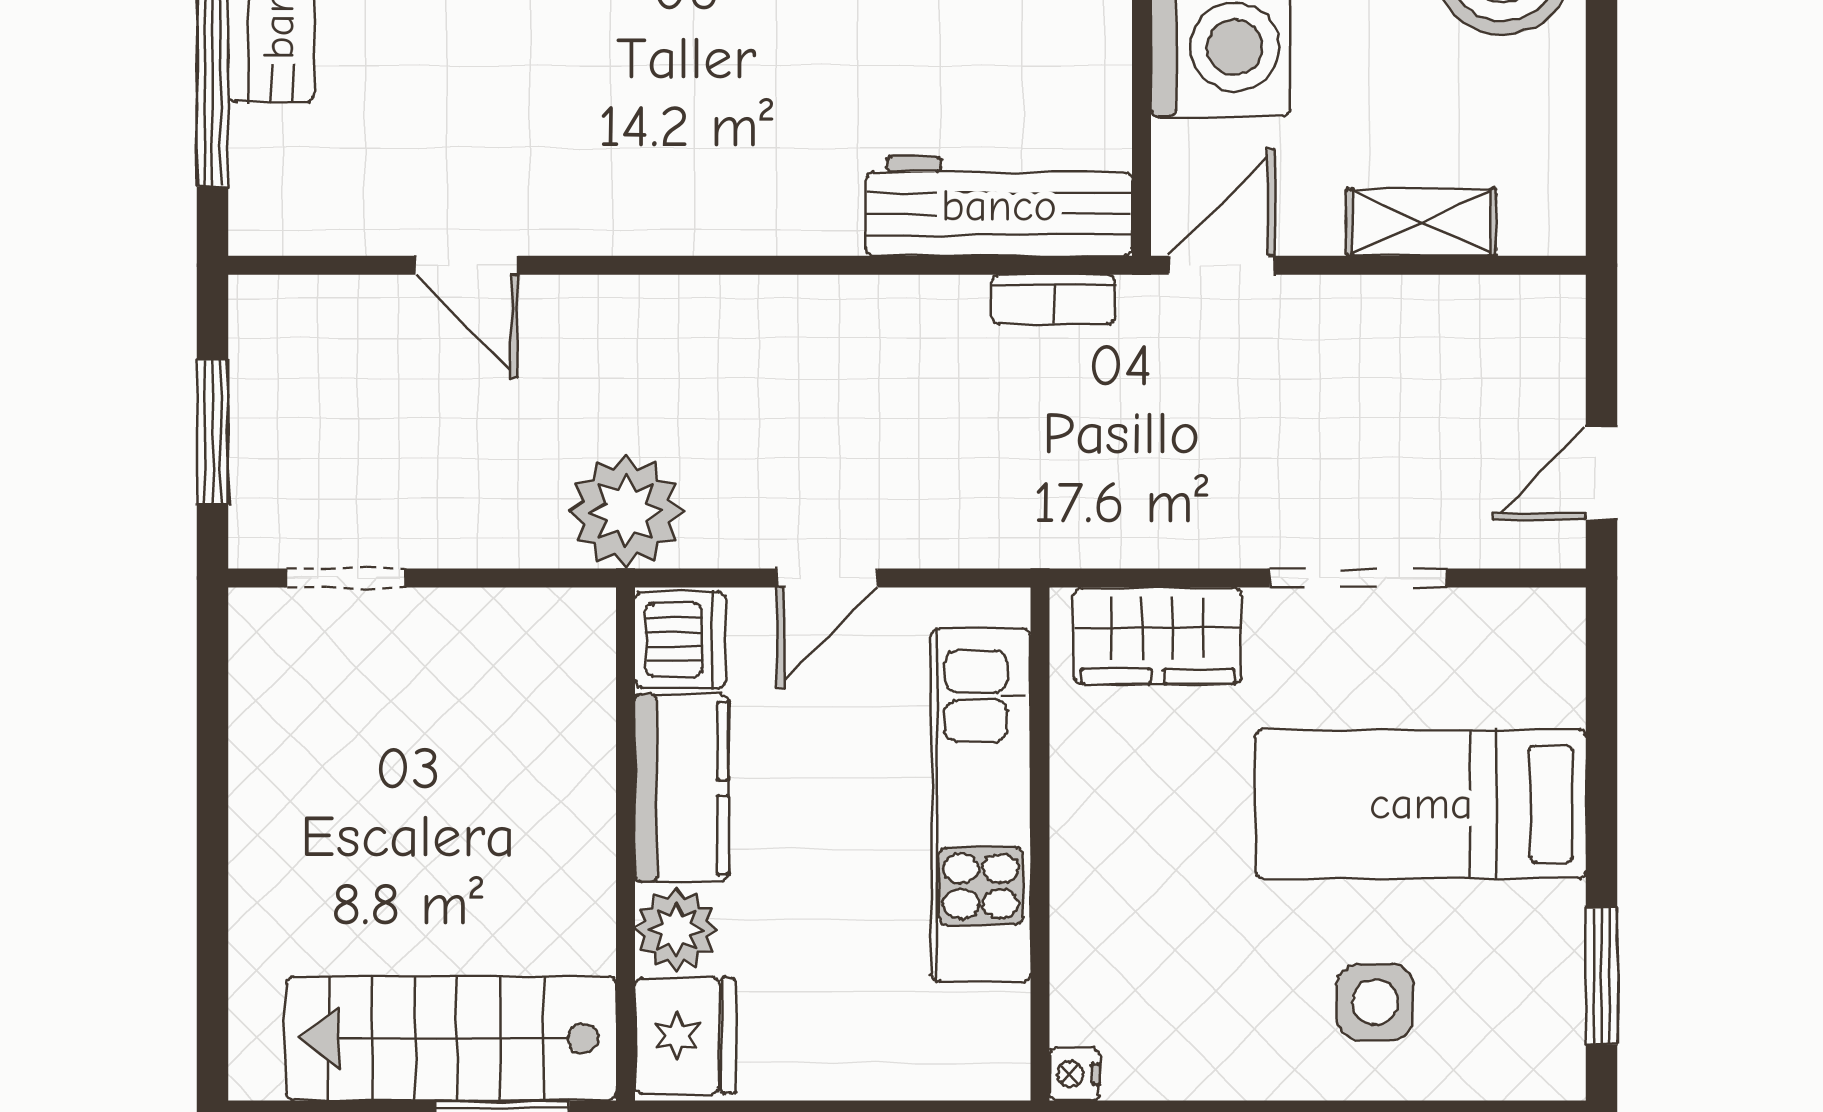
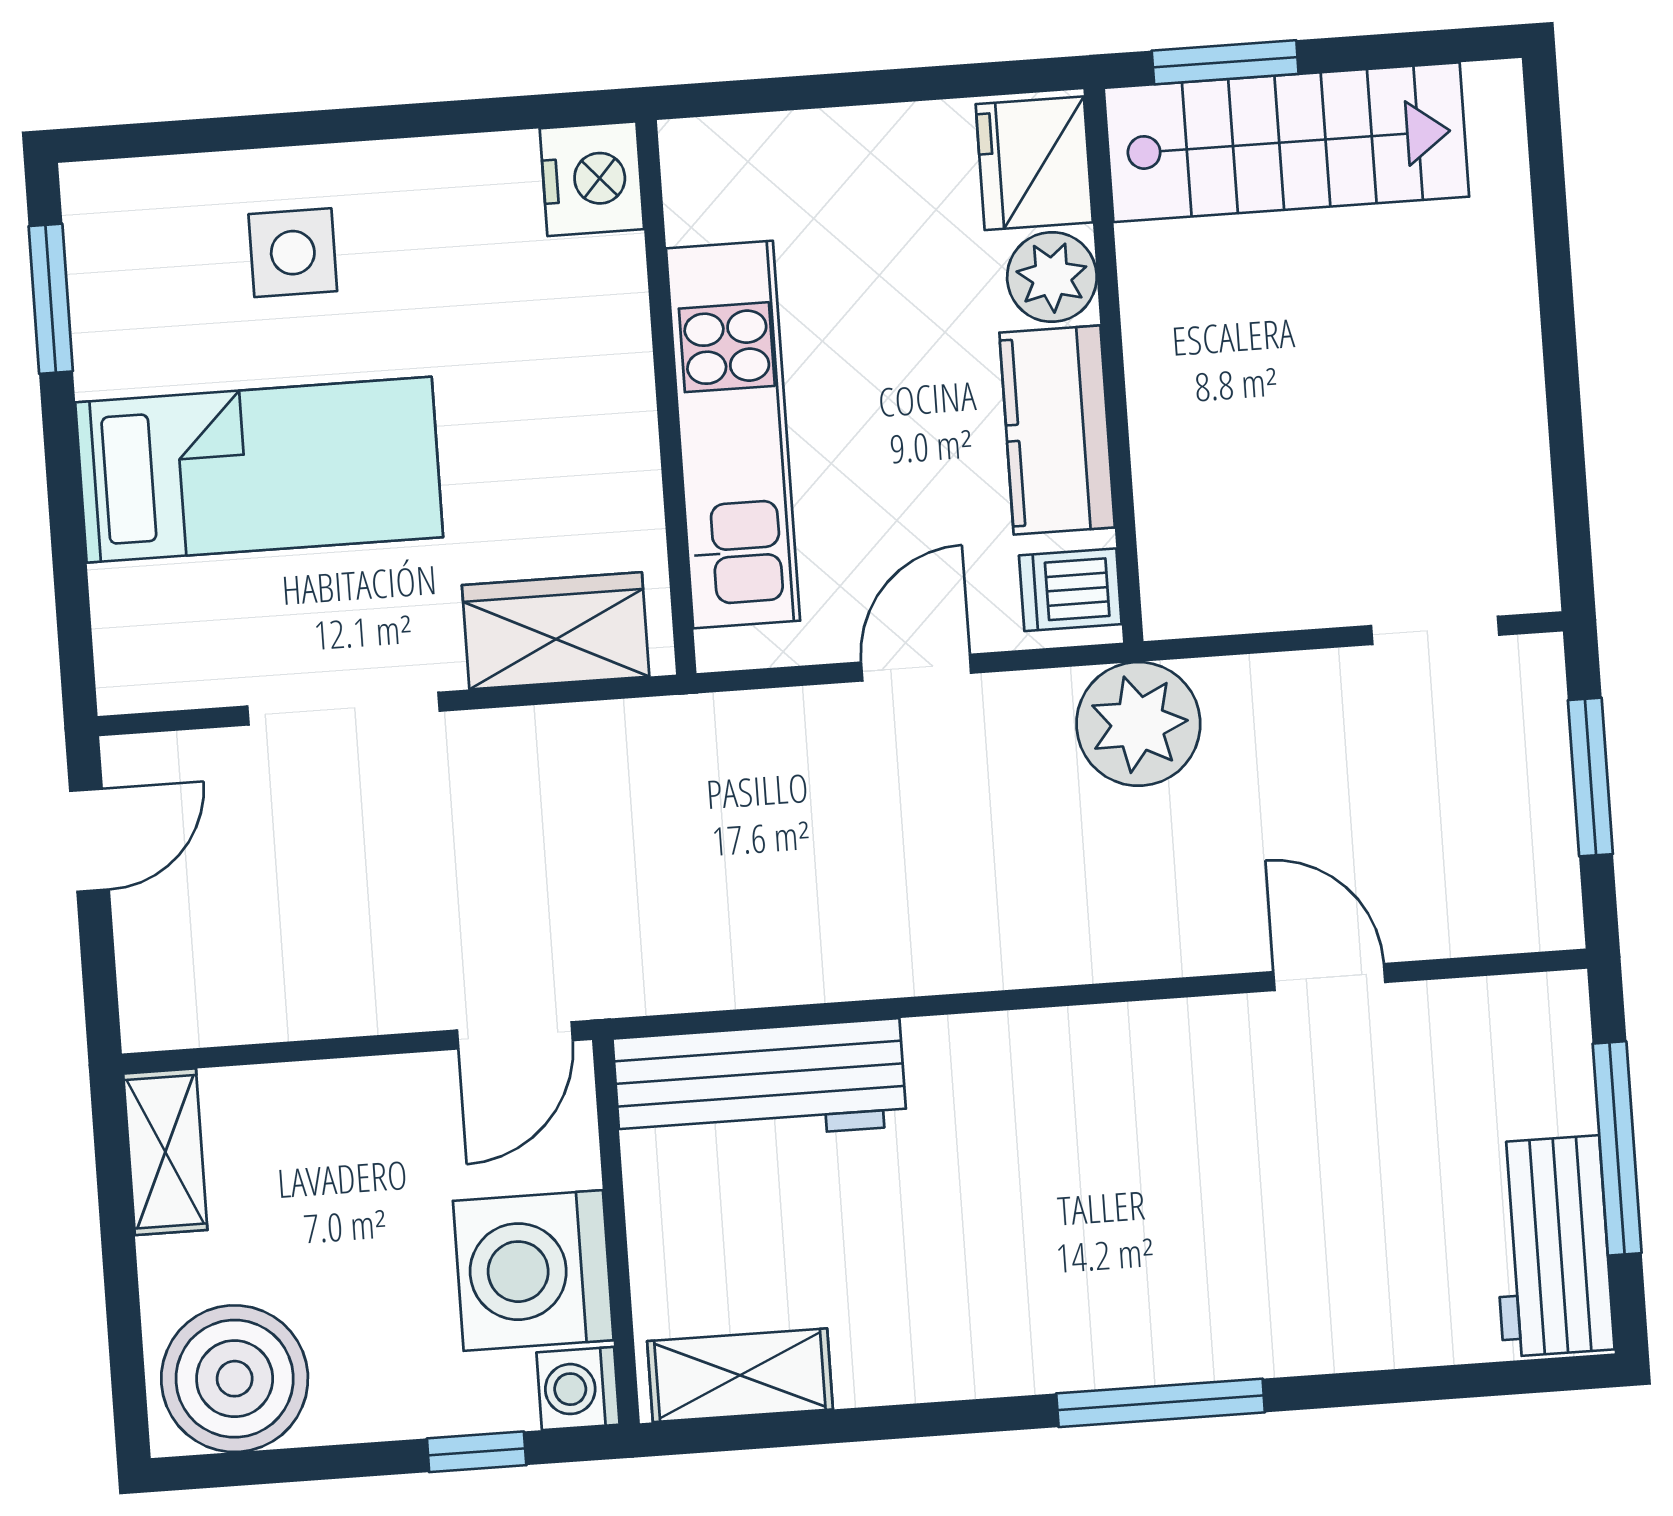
shelving: (1421, 222) -> (165, 1152), moved, turned 90
bookcase: (1054, 299) -> (694, 986), removed
dishwasher: (680, 640) -> (1070, 590), width x0.73
nightstand: (1074, 1074) -> (592, 179), width x1.89, depth x1.79

